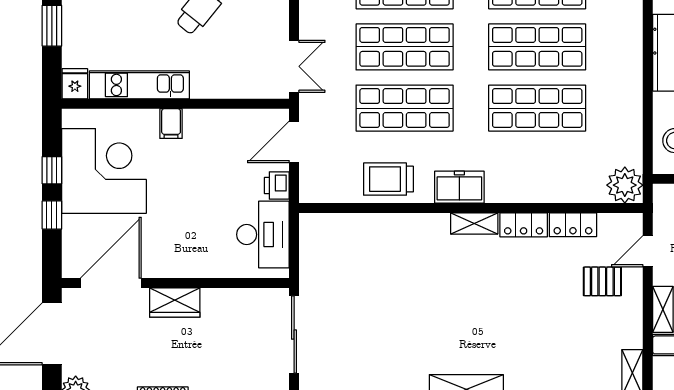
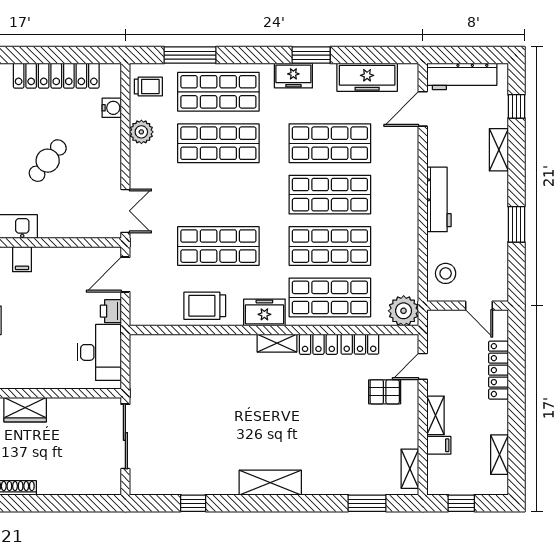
shop shelf: (405, 47) -> (330, 297), moved

